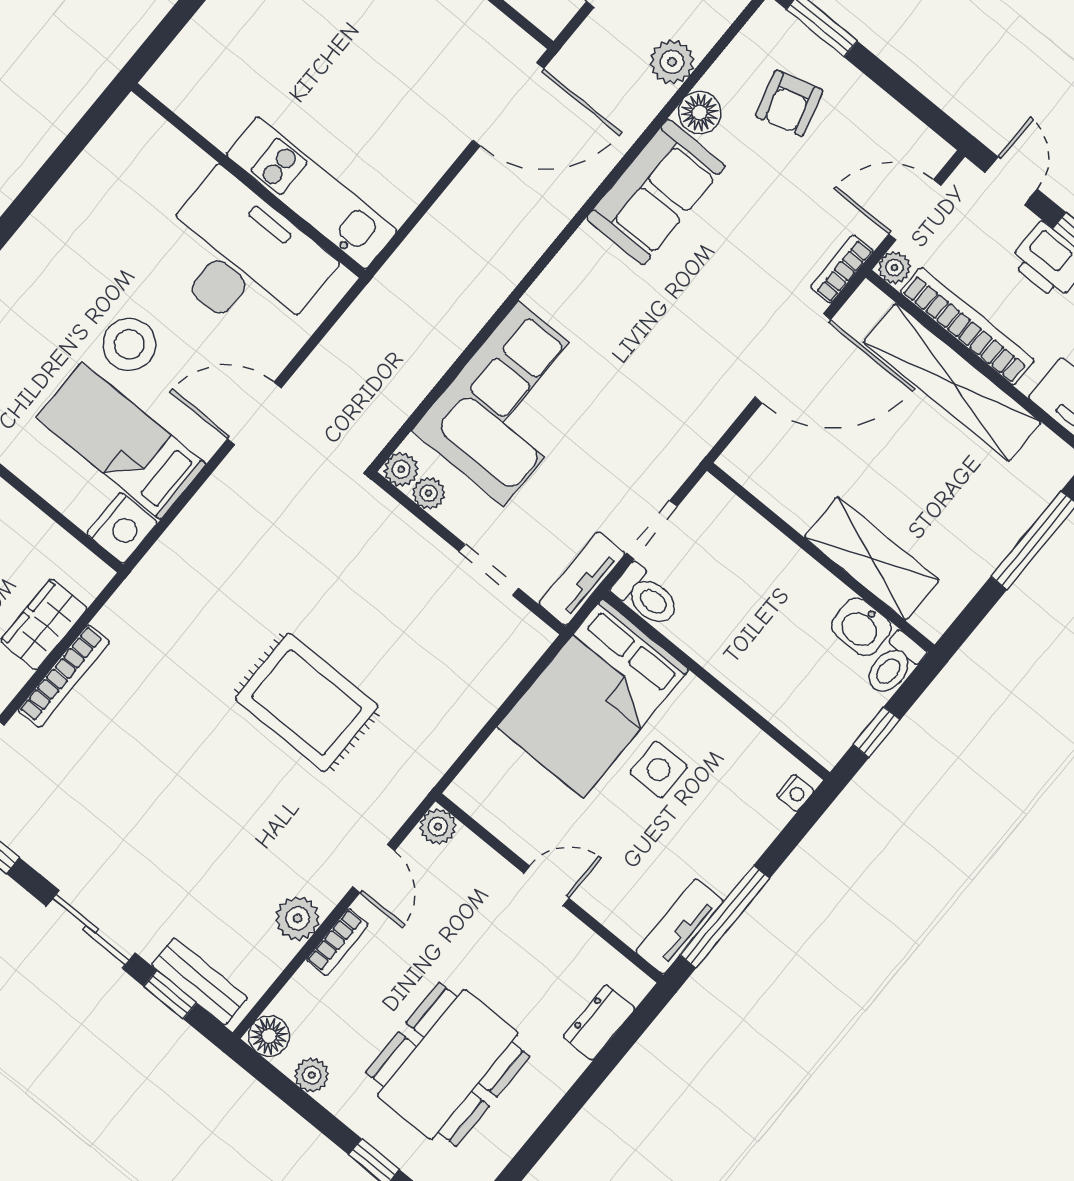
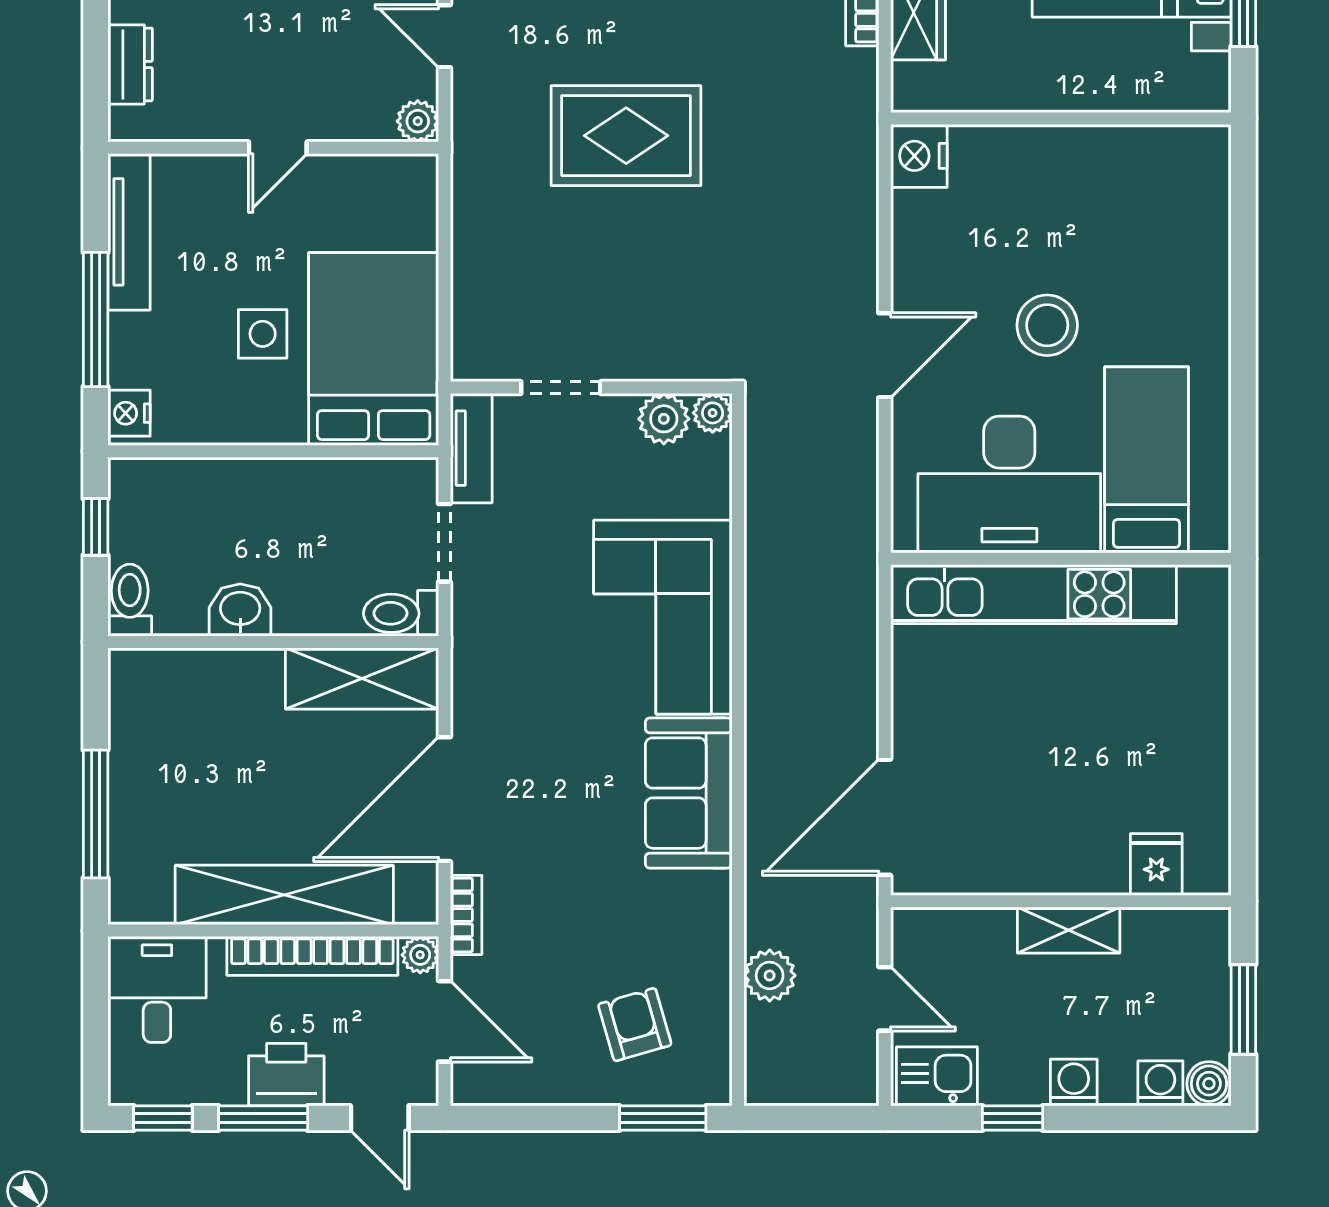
floor lamp: (700, 113) -> (708, 951), removed
sofa: (656, 192) -> (689, 793), moved
kitchen unit: (312, 193) -> (1033, 594), width x1.36
door: (915, 210) -> (444, 1021), hinge flipped
corner sofa: (511, 404) -> (663, 617), moved
bed: (121, 441) -> (1147, 460), moved, turned -90
plant: (429, 493) -> (664, 419), width x1.38, depth x1.38
shelving: (872, 559) -> (362, 678), moved
toilet: (646, 596) -> (401, 613), moved
washbasin: (861, 627) -> (240, 610), moved
nightstand: (795, 793) -> (129, 413), width x1.39, depth x1.35
window: (725, 917) -> (96, 320), moved
tv unit: (679, 926) -> (129, 232), width x1.41

